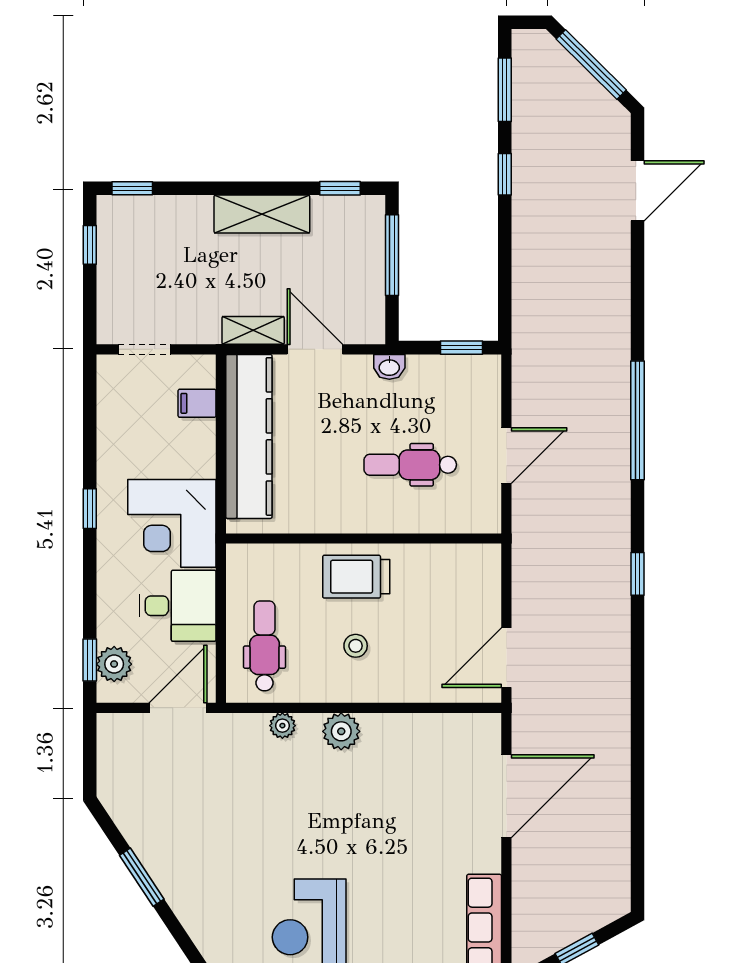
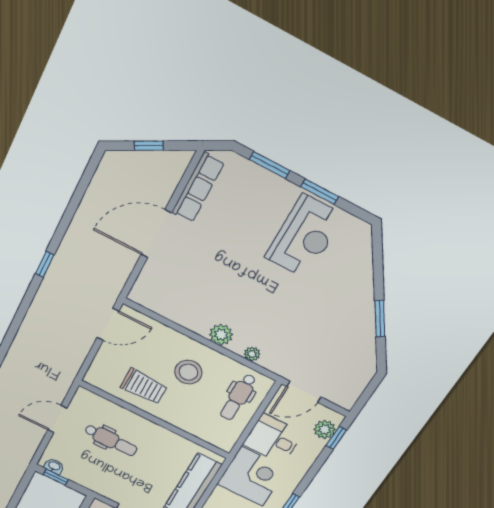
washbasin: (389, 367) -> (54, 466), moved
window: (638, 574) -> (45, 264), moved
trolley: (356, 577) -> (144, 387), moved
stool: (356, 646) -> (188, 372), width x1.89, depth x1.89
door: (506, 796) -> (156, 234), moved

